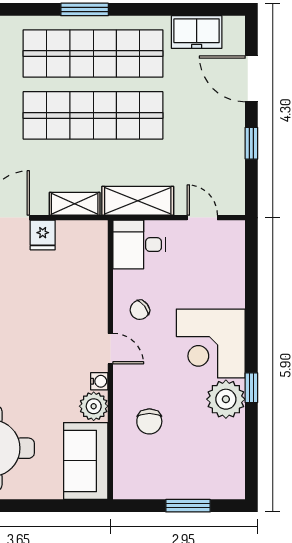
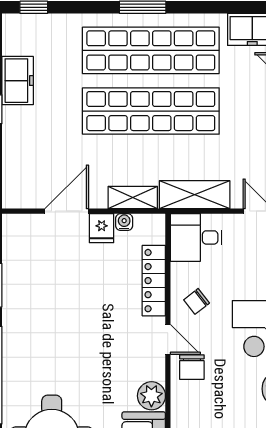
locker: (96, 289) -> (154, 281), added
water cooler: (99, 381) -> (124, 222), moved, turned -90
chair: (149, 421) -> (192, 367), moved

